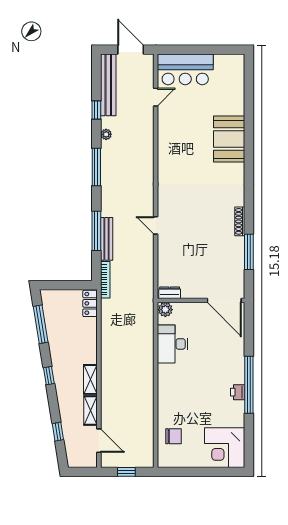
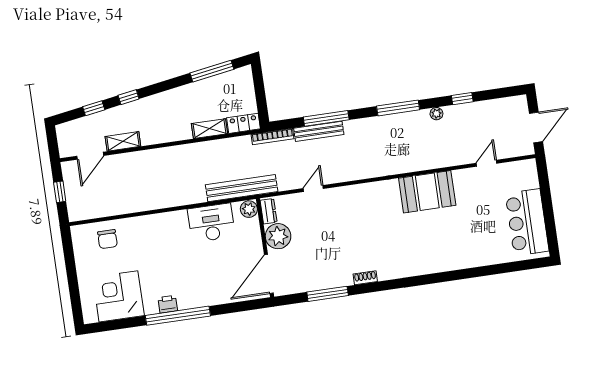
bar counter: (185, 69) -> (527, 222), moved
bench: (108, 85) -> (242, 188), moved
door: (156, 97) -> (487, 163), swing flipped
booth: (229, 139) -> (427, 192), moved
shoe rack: (240, 221) -> (365, 278), width x0.70
door: (156, 225) -> (313, 189), moved
plant: (193, 288) -> (278, 236), added
window: (49, 376) -> (129, 97), moved
shelving: (90, 379) -> (210, 129), moved
corner desk: (225, 448) -> (118, 296), moved

